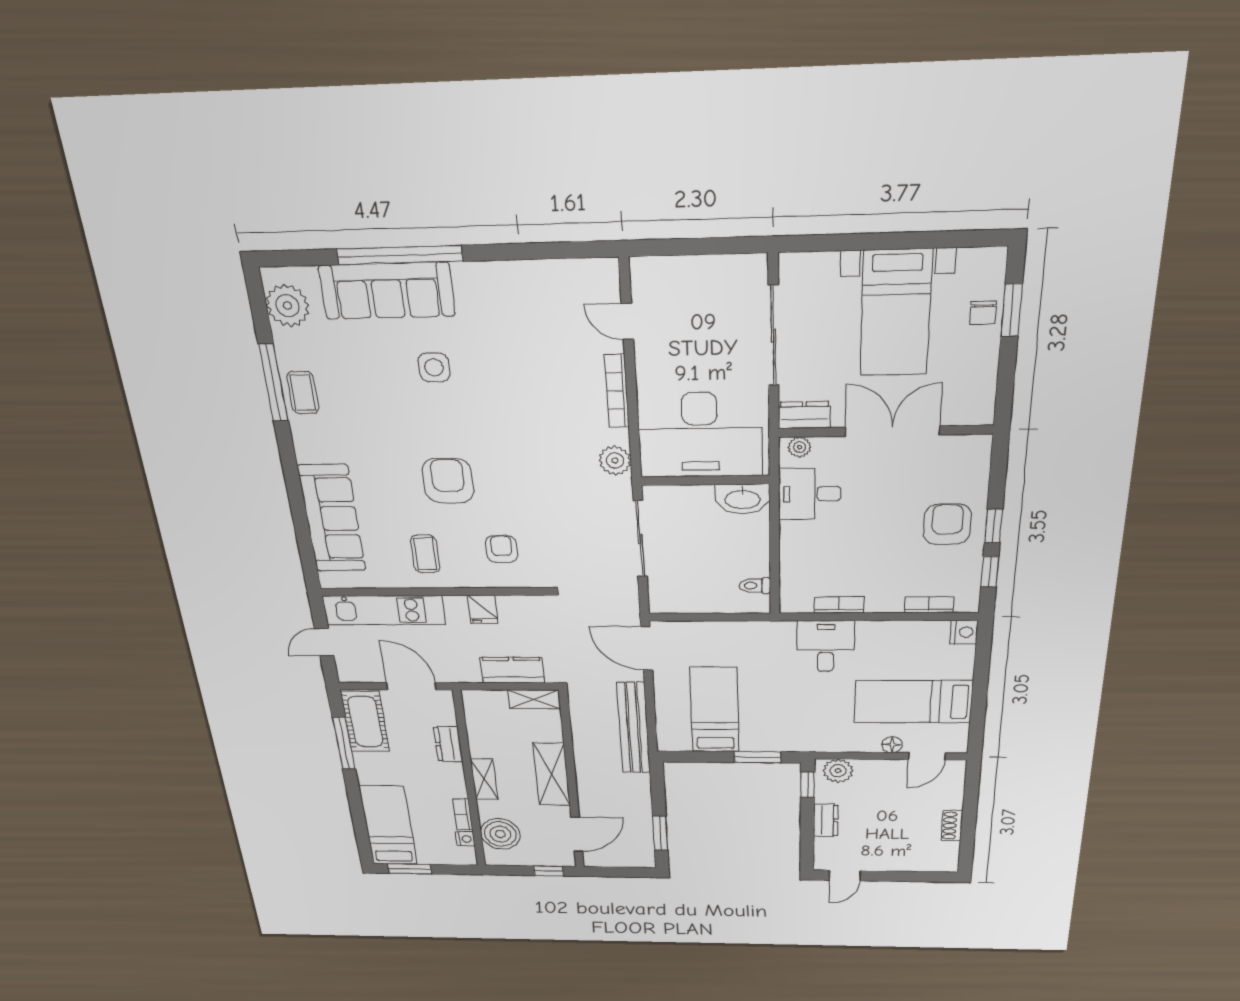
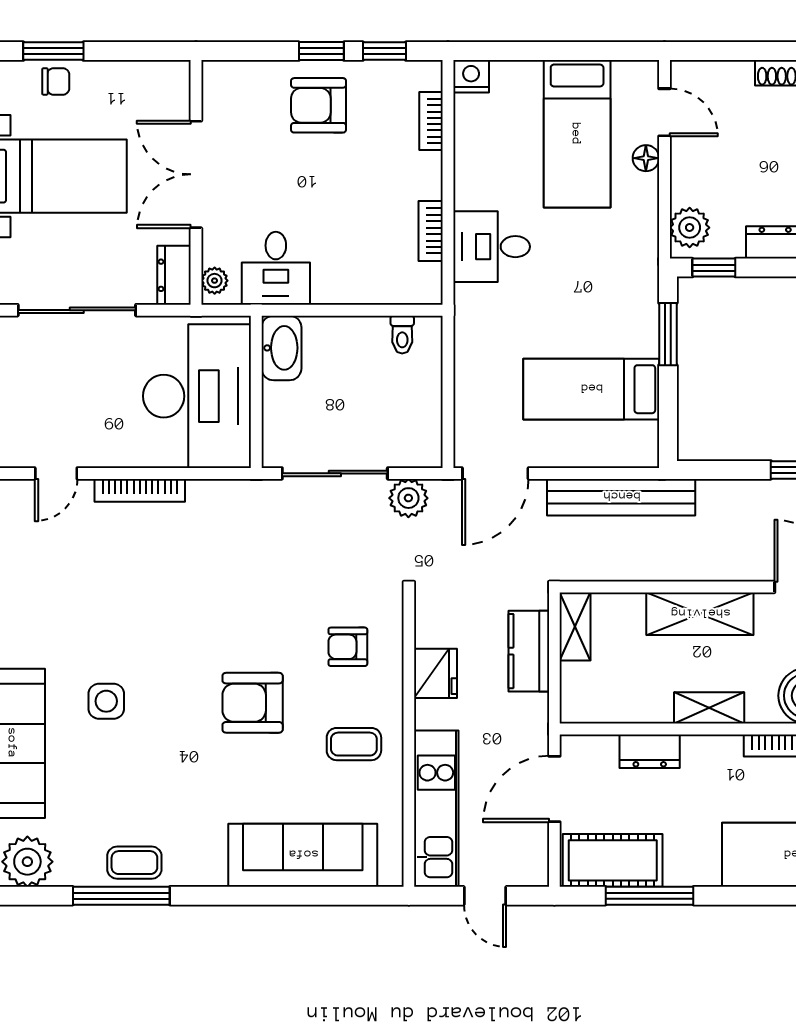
plant: (615, 460) -> (408, 498), moved
fridge: (483, 609) -> (436, 673), width x1.38

